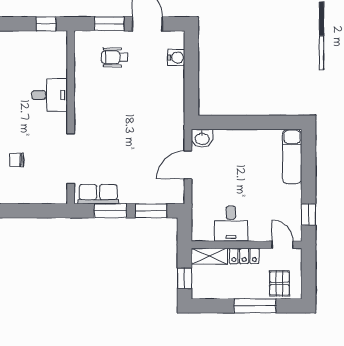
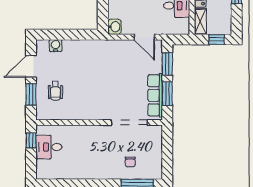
desk: (50, 95) -> (49, 147), moved, turned -90
door: (188, 165) -> (144, 37), moved
row of seats: (98, 194) -> (155, 95), width x1.48

